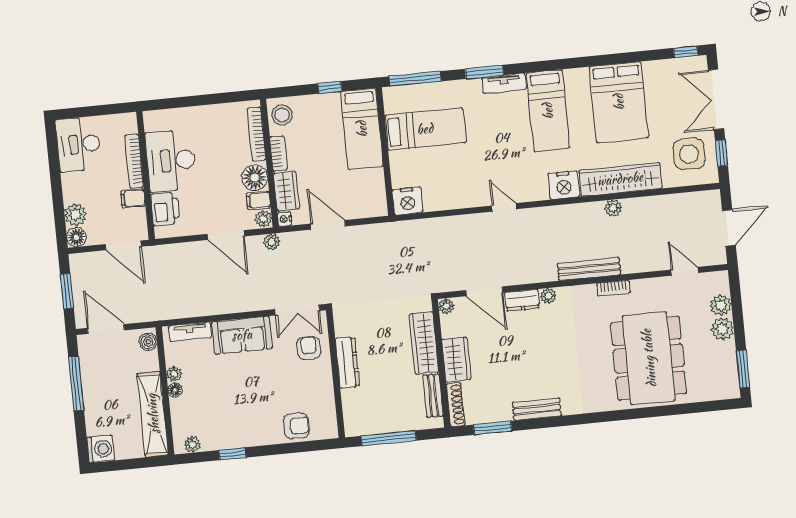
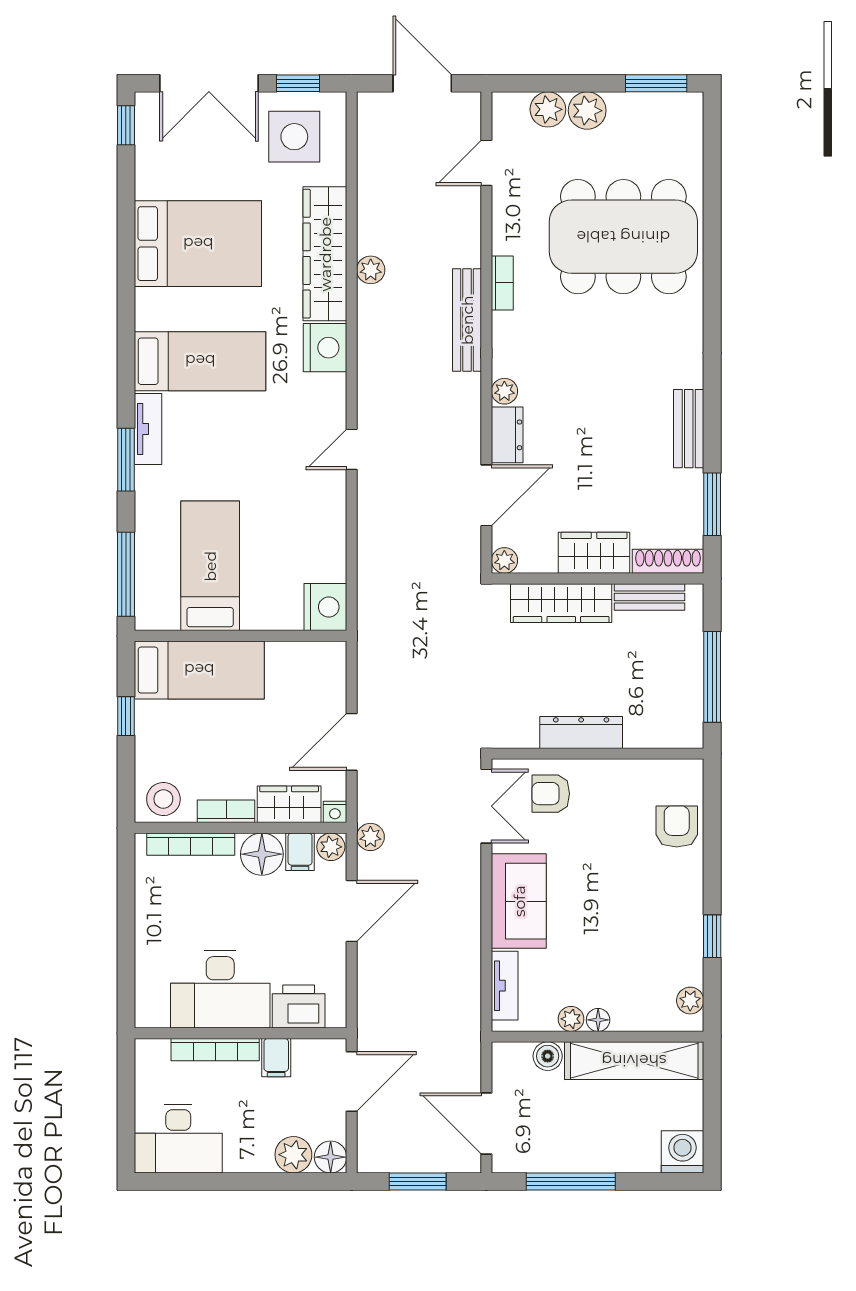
door: (106, 329) -> (486, 1124), hinge flipped
boiler: (148, 342) -> (548, 1056), moved

